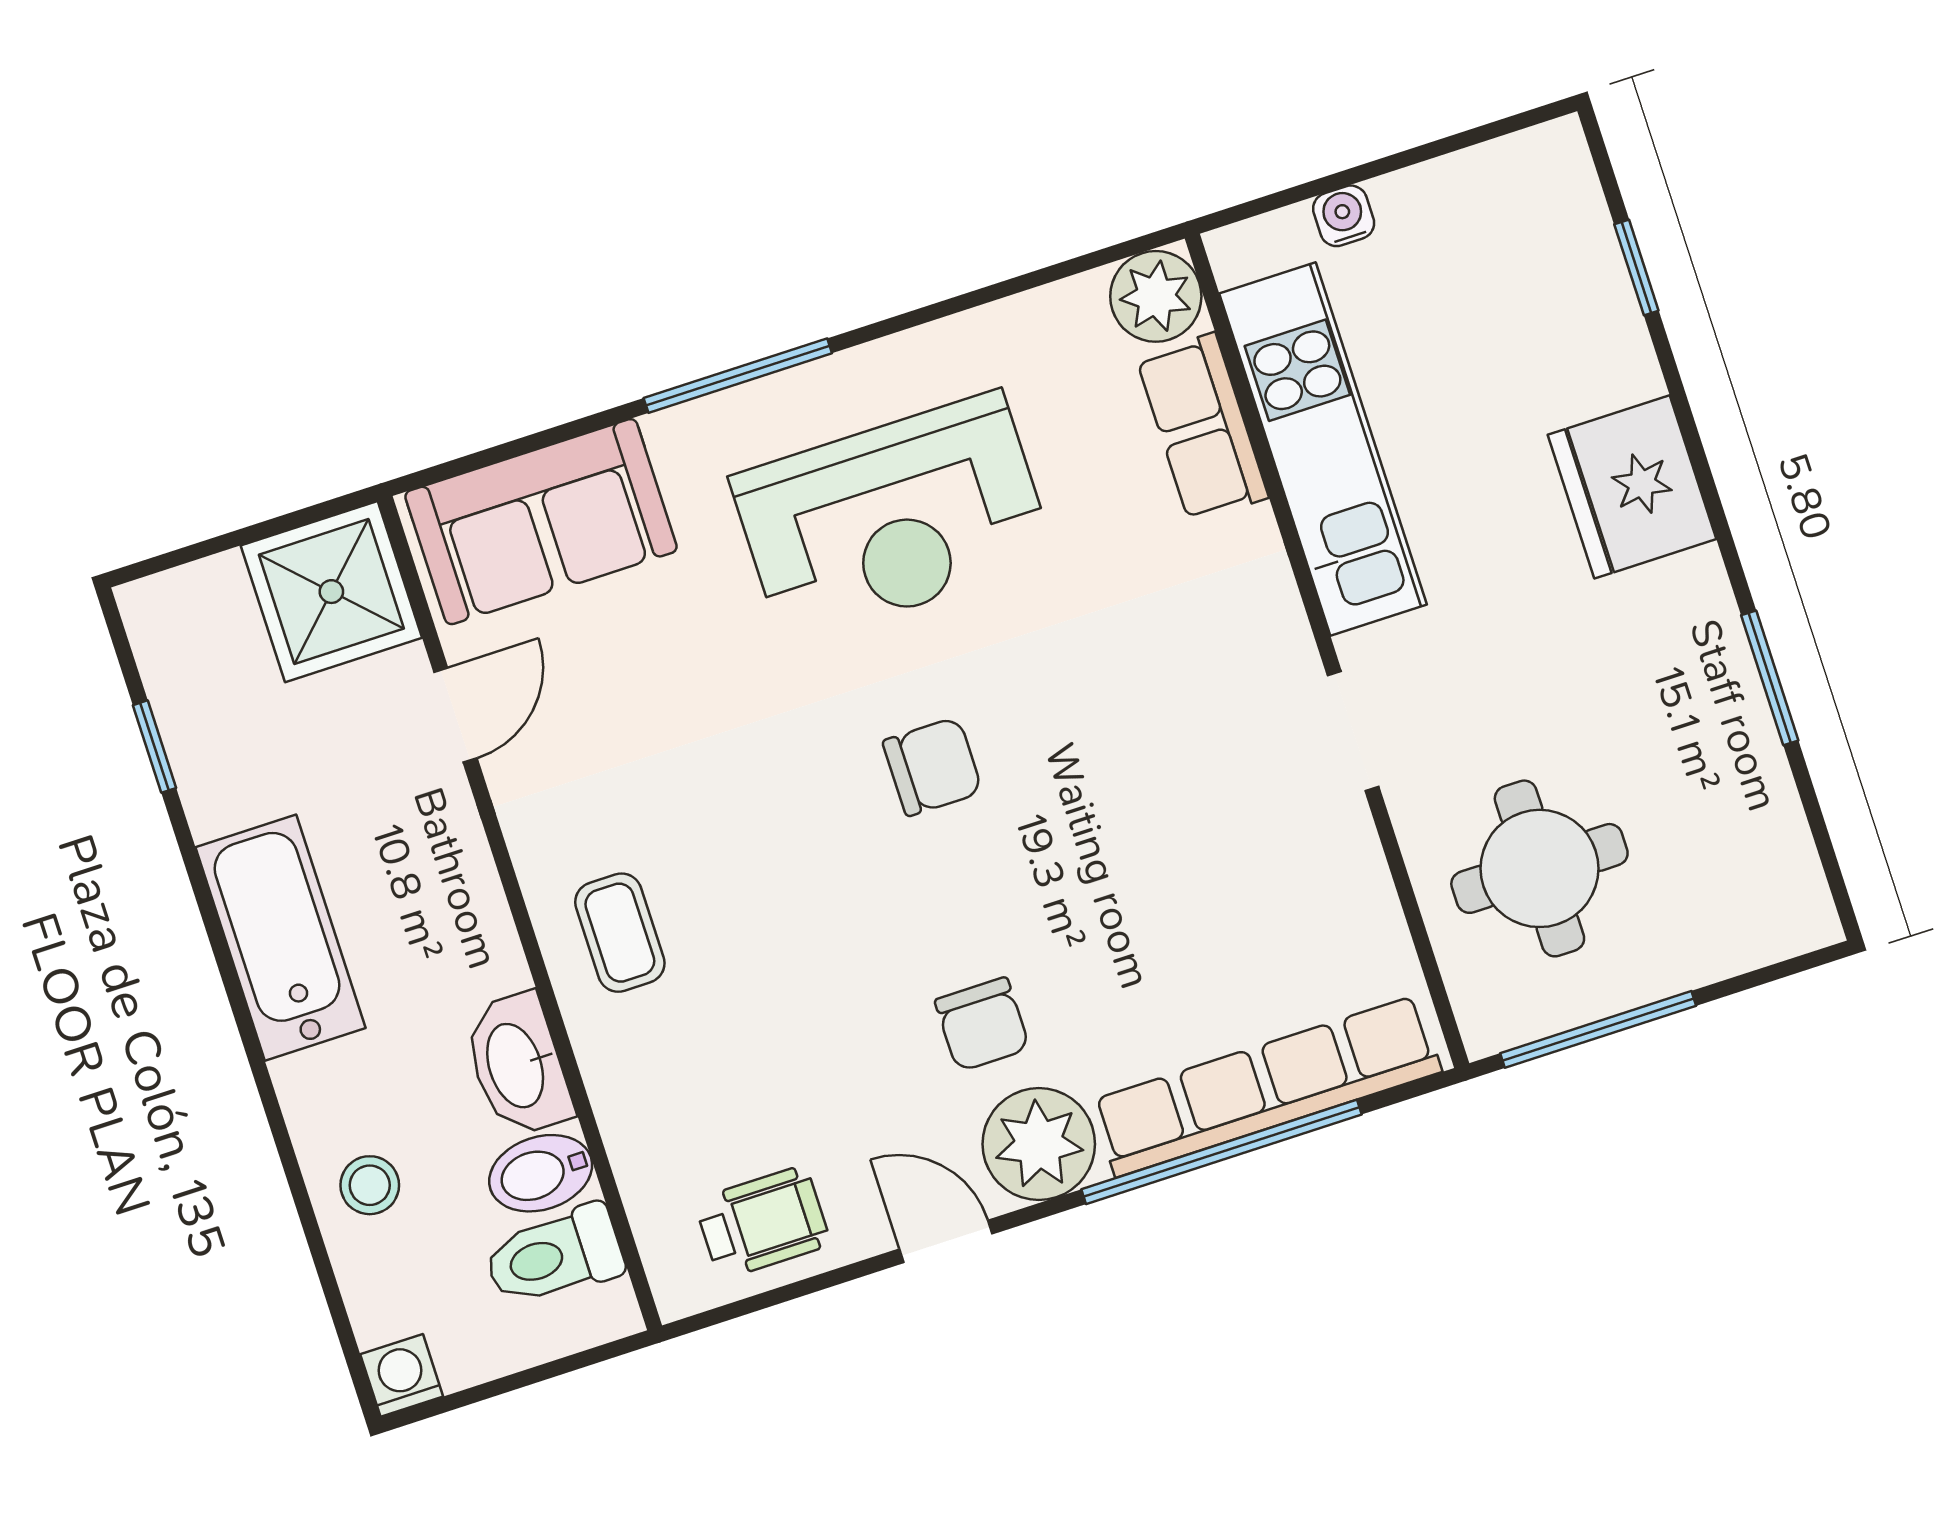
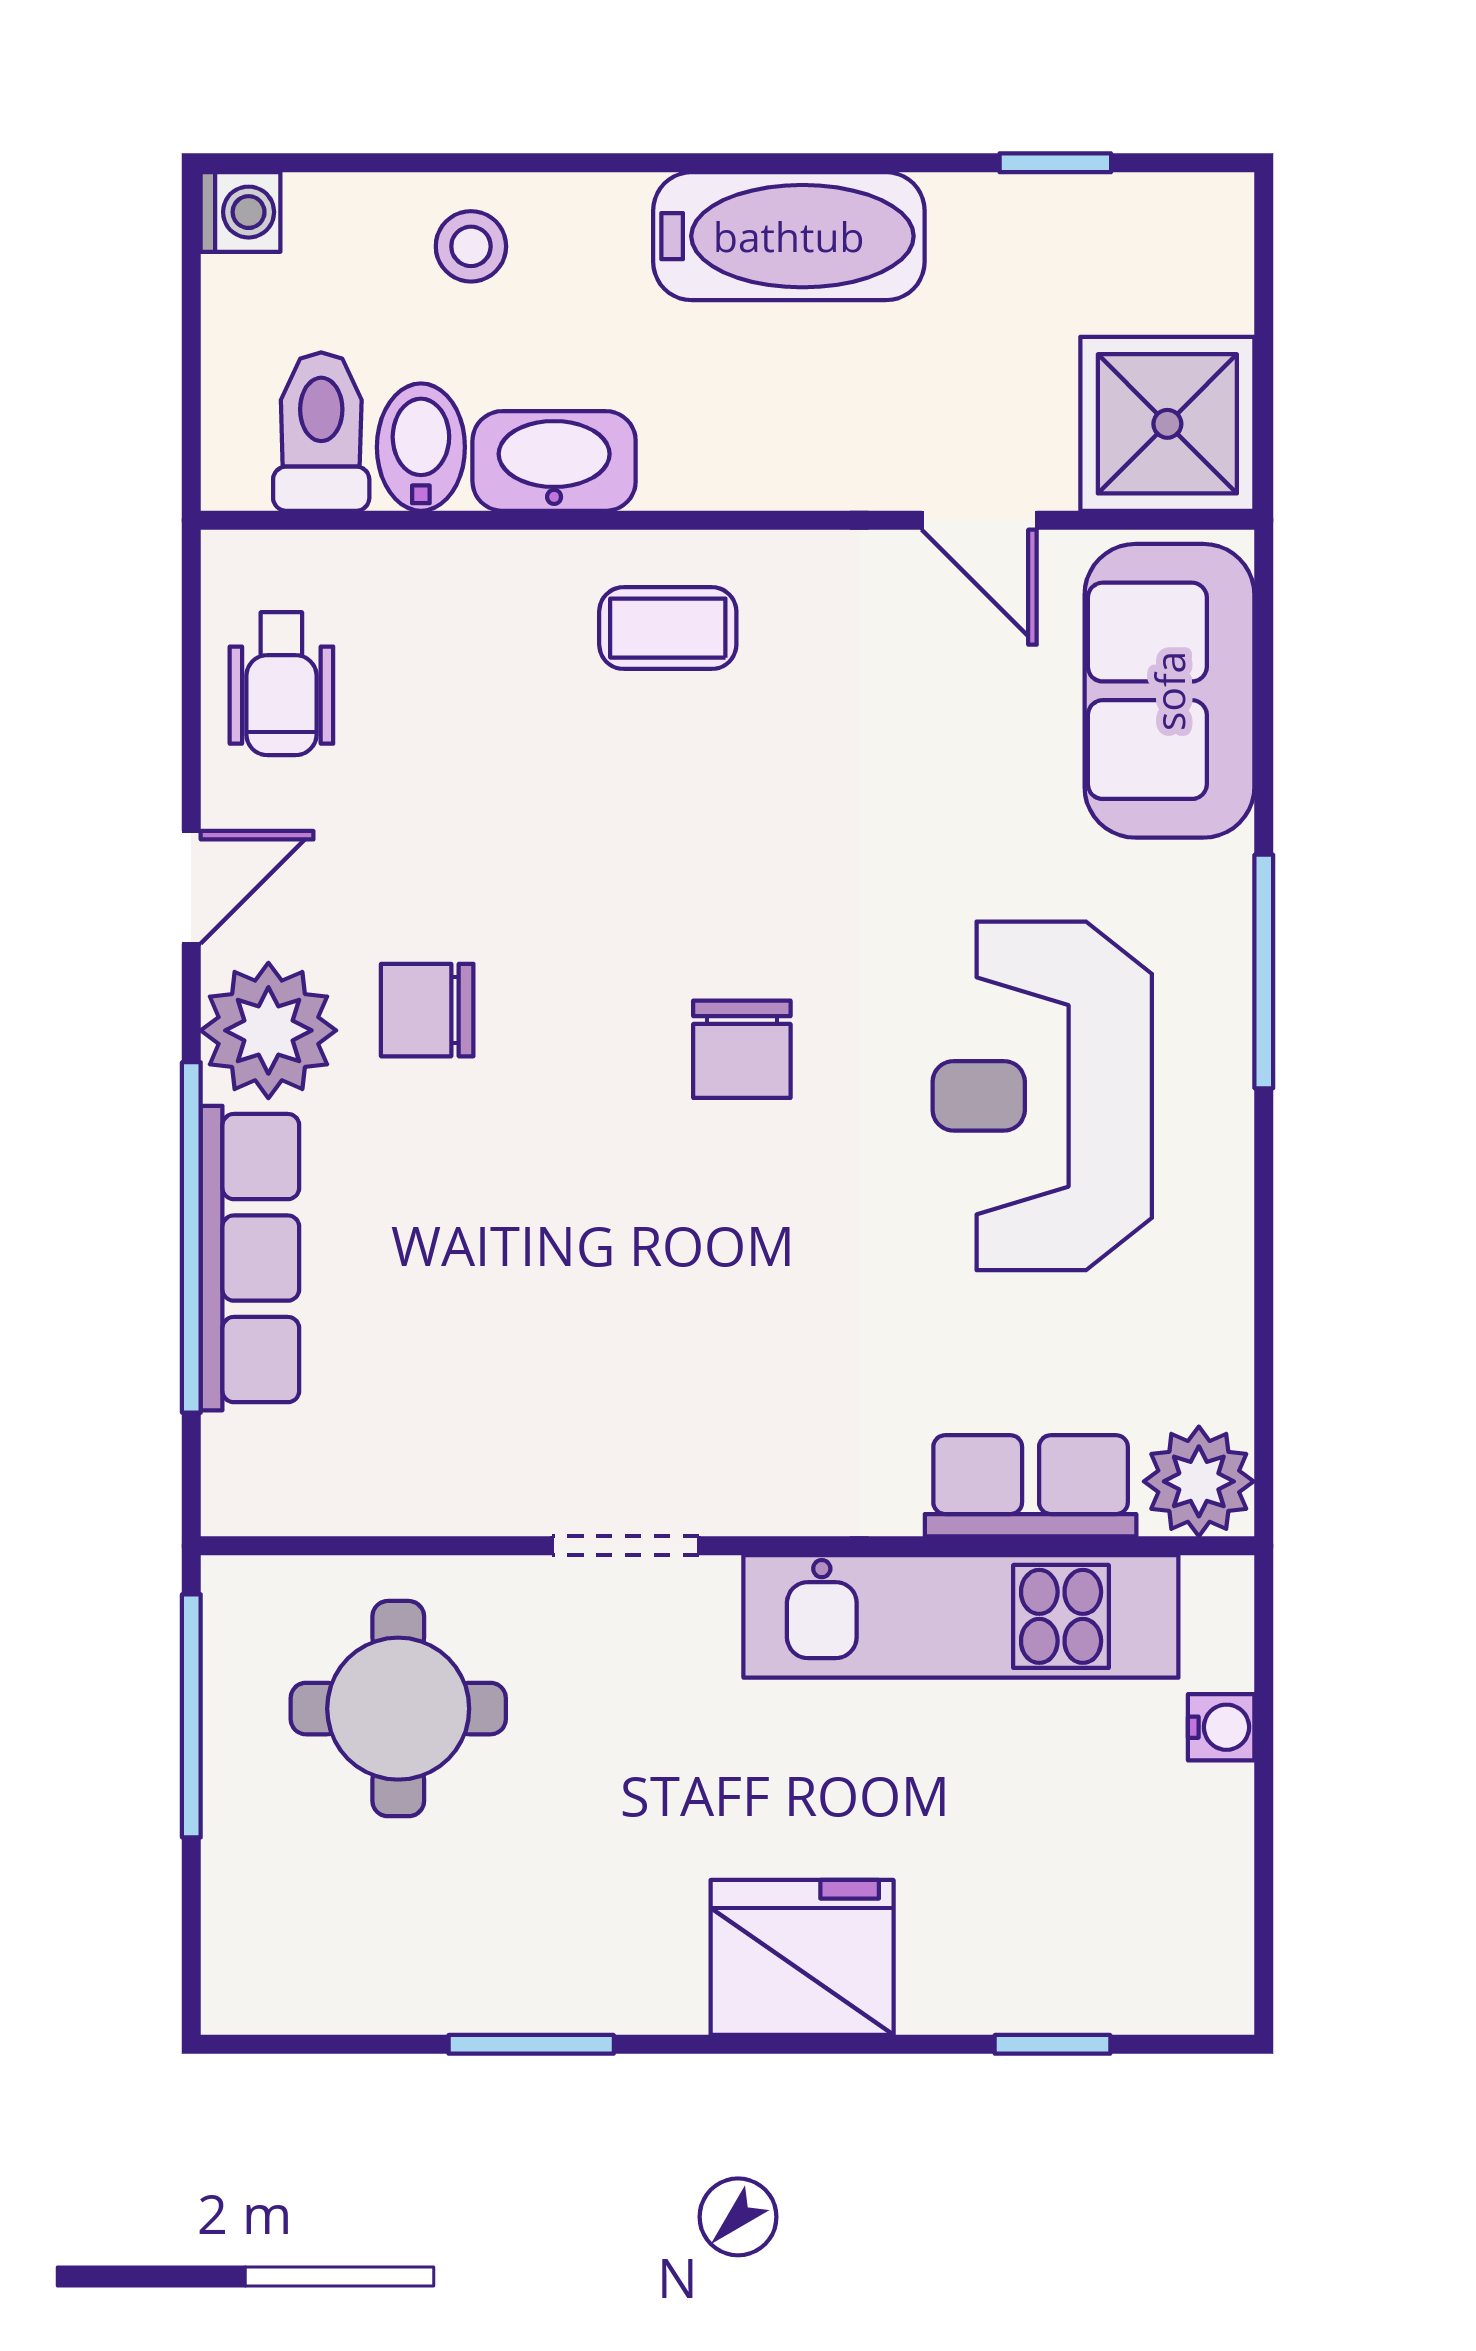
row of seats: (1266, 1086) -> (250, 1258), width x0.73

